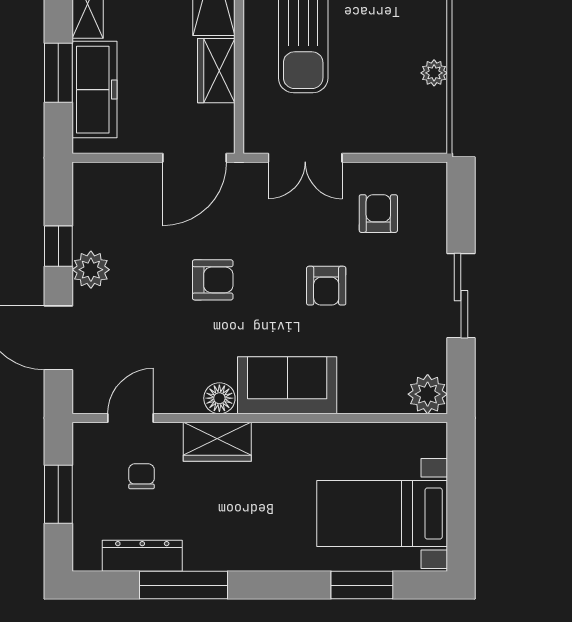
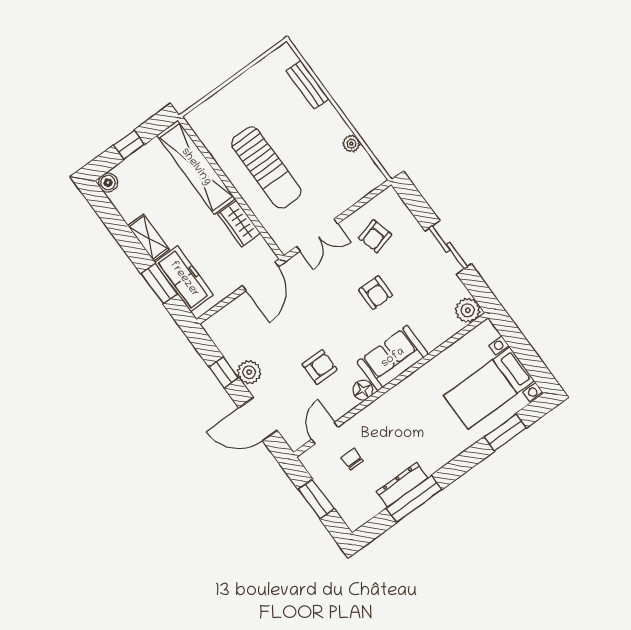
armchair: (378, 214) -> (375, 236), turned -105
armchair: (213, 280) -> (320, 367), moved
wardrobe: (217, 442) -> (378, 413), removed
dresser: (142, 556) -> (402, 485), moved

